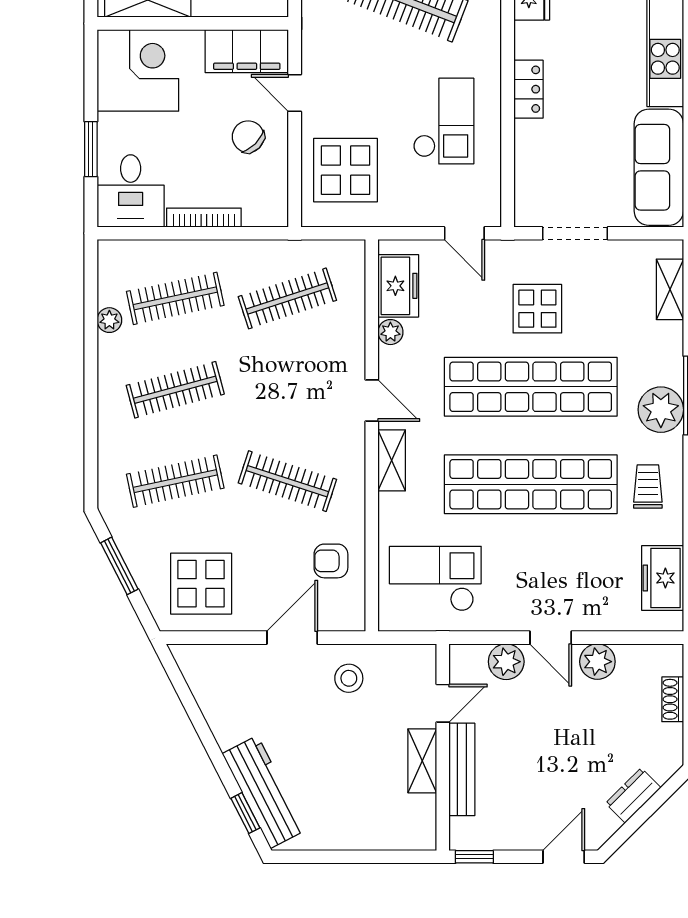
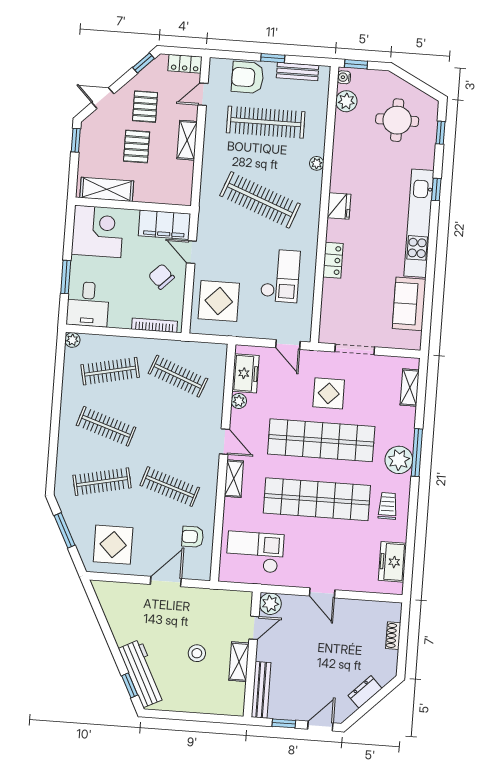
sofa: (659, 167) -> (409, 304), width x0.73
bookcase: (204, 218) -> (154, 325), moved
clothes rail: (287, 298) -> (178, 376), turned 39
plant: (109, 320) -> (72, 340), moved
clothes rail: (175, 390) -> (106, 426), turned 33
plant: (506, 662) -> (270, 604), moved
plant: (597, 662) -> (349, 609), removed
stool: (349, 678) -> (197, 653), moved
bench: (462, 769) -> (261, 690), moved
window: (474, 857) -> (284, 723), moved

